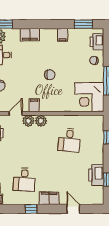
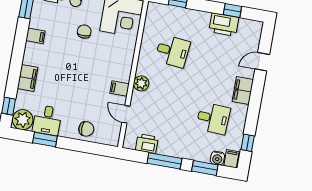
chair: (50, 75) -> (84, 31), moved
plant: (28, 121) -> (138, 100), removed
window: (31, 209) -> (248, 143), moved

